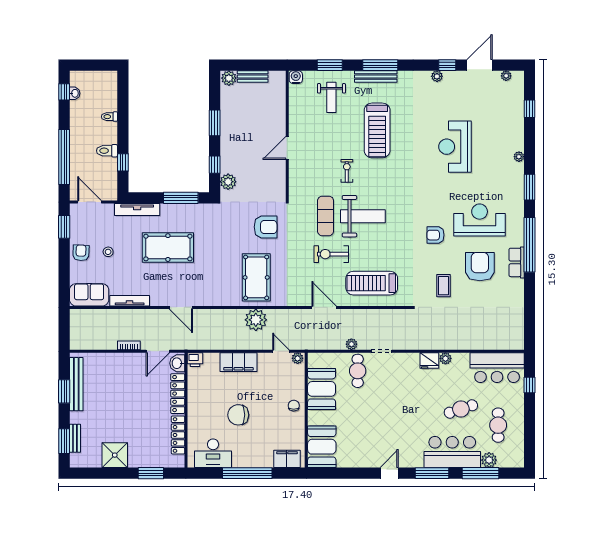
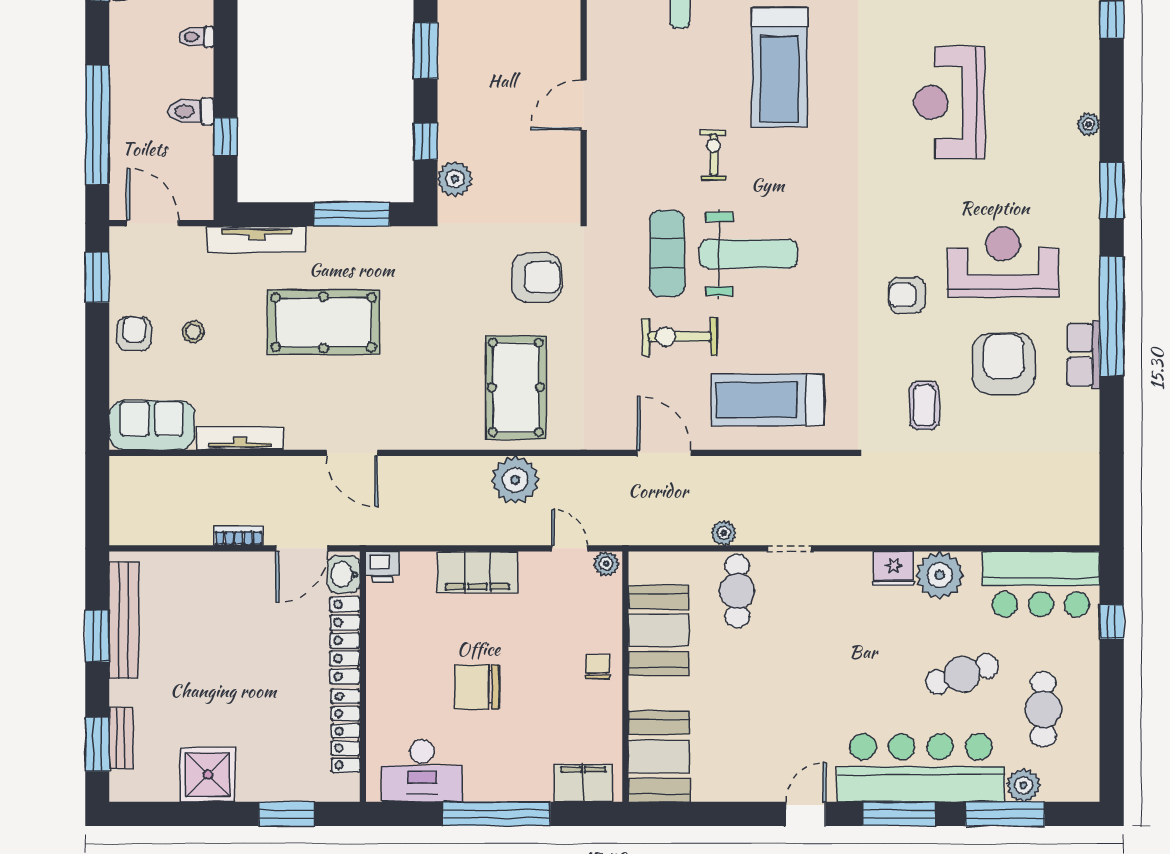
plant: (445, 358) -> (940, 575), width x1.88, depth x1.88
bar counter: (452, 452) -> (921, 768), width x1.36

